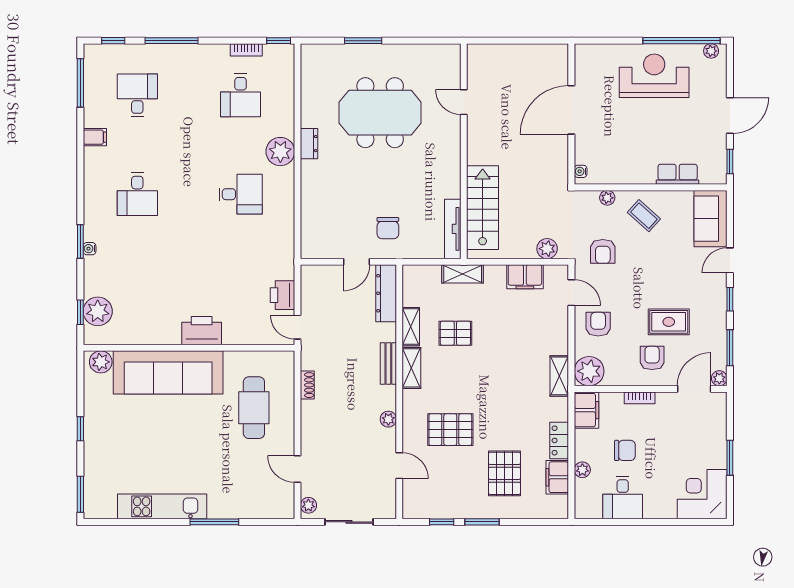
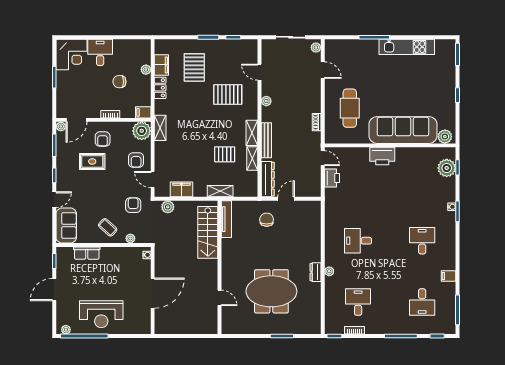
plant: (280, 152) -> (329, 271), width x0.53, depth x0.53
bench: (388, 364) -> (266, 140), width x1.36
filing cabinet: (587, 410) -> (143, 112), width x0.50
desk: (623, 498) -> (100, 52), moved

